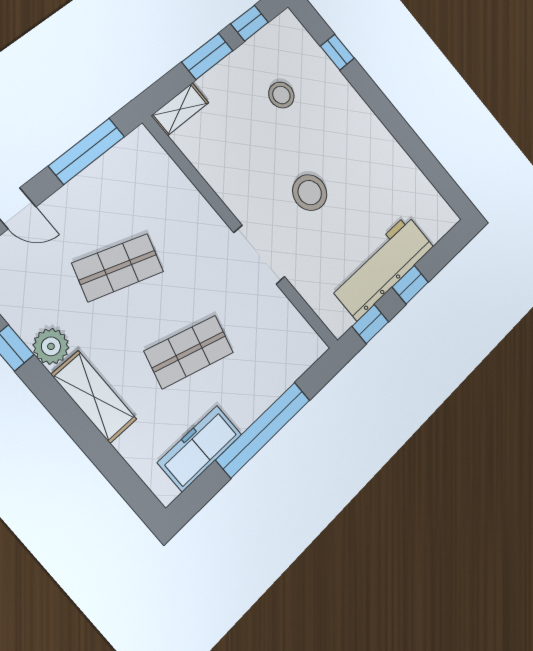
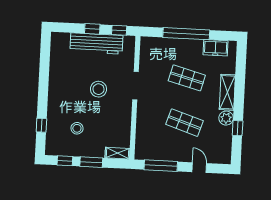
freezer: (200, 448) -> (216, 48), width x0.71

